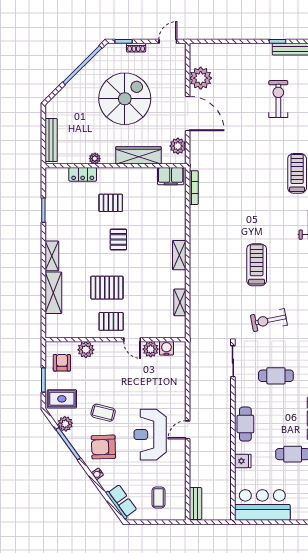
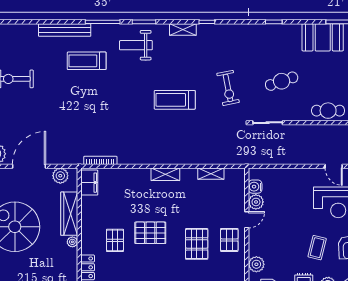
plant: (95, 159) -> (72, 242), moved
pallet: (118, 239) -> (150, 233), width x1.50, depth x1.42
cafe table: (276, 376) -> (282, 81), turned 71

